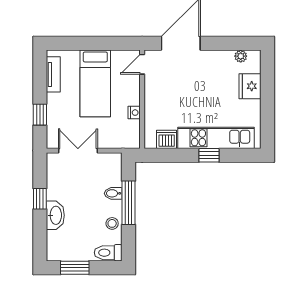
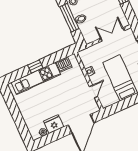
door: (142, 64) -> (94, 92), moved
fridge: (250, 86) -> (54, 124), moved, turned -90
double door: (78, 151) -> (112, 34), swing flipped

